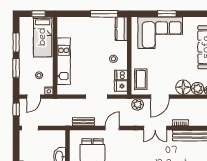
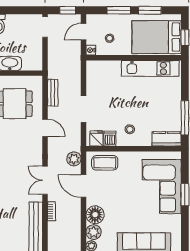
bed: (43, 37) -> (157, 37), width x1.50
kitchen unit: (64, 61) -> (150, 68), moved
door: (34, 97) -> (84, 32), hinge flipped

